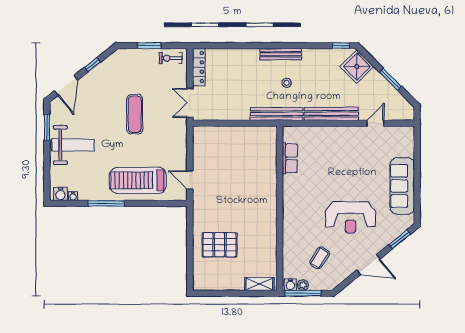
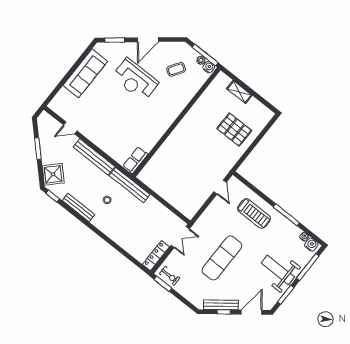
window: (149, 46) -> (163, 284), moved
bench: (281, 54) -> (79, 208), moved
bench: (100, 69) -> (221, 305), added
exercise mat: (135, 114) -> (222, 258), width x1.36, depth x1.45
row of seats: (290, 158) -> (135, 160), moved
window: (47, 170) -> (308, 267), added
treadmill: (138, 180) -> (254, 213), width x0.73, depth x0.73
reception desk: (350, 217) -> (135, 80), turned 180
door: (368, 265) -> (148, 40), swing flipped
shelving: (259, 284) -> (239, 92), moved

